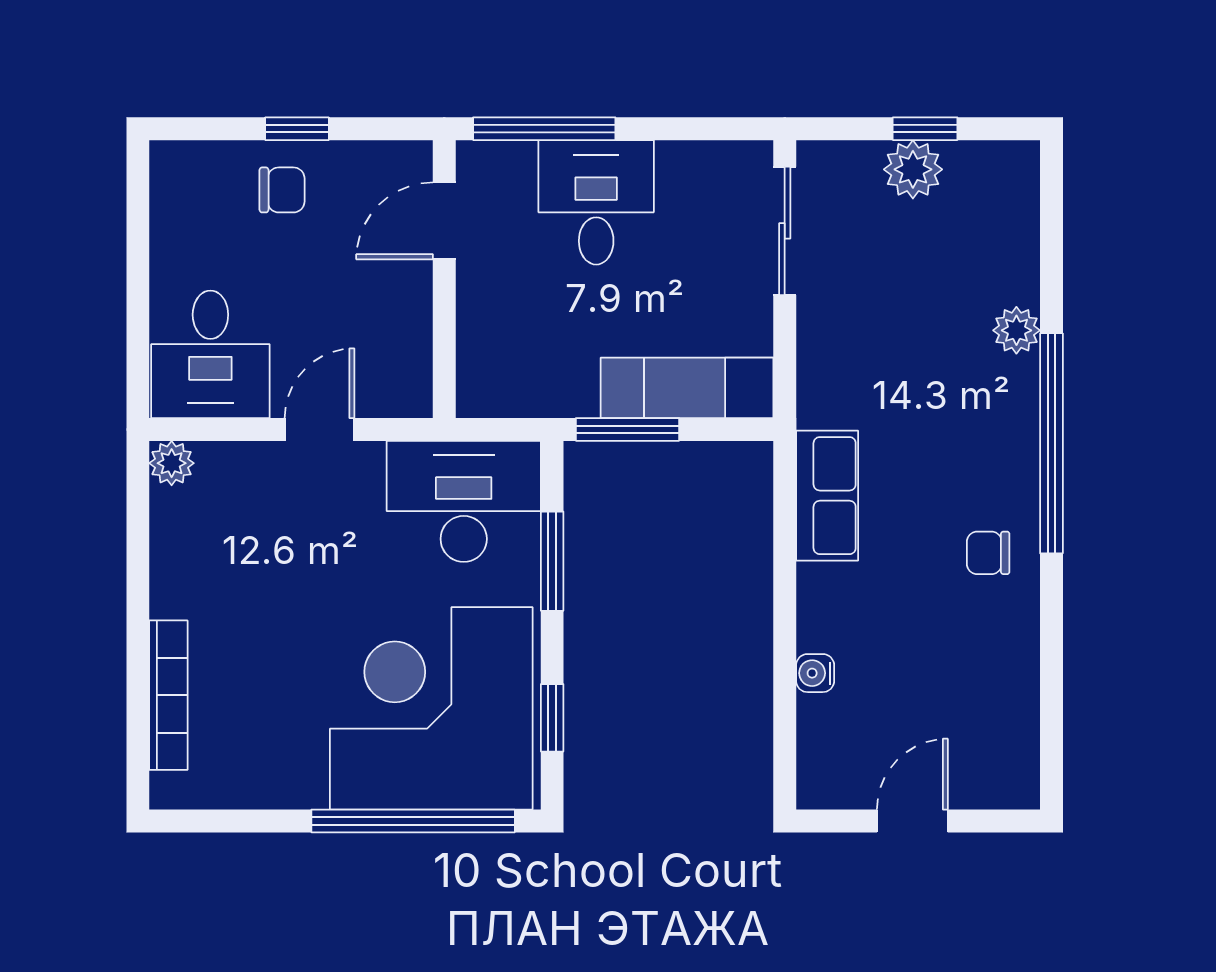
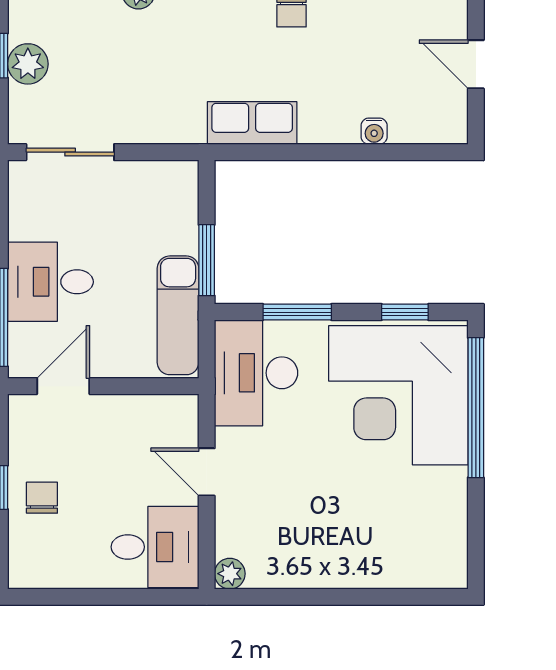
door: (444, 221) -> (63, 386), swing flipped
exam couch: (687, 388) -> (178, 315), moved
bookcase: (168, 695) -> (389, 576), removed

